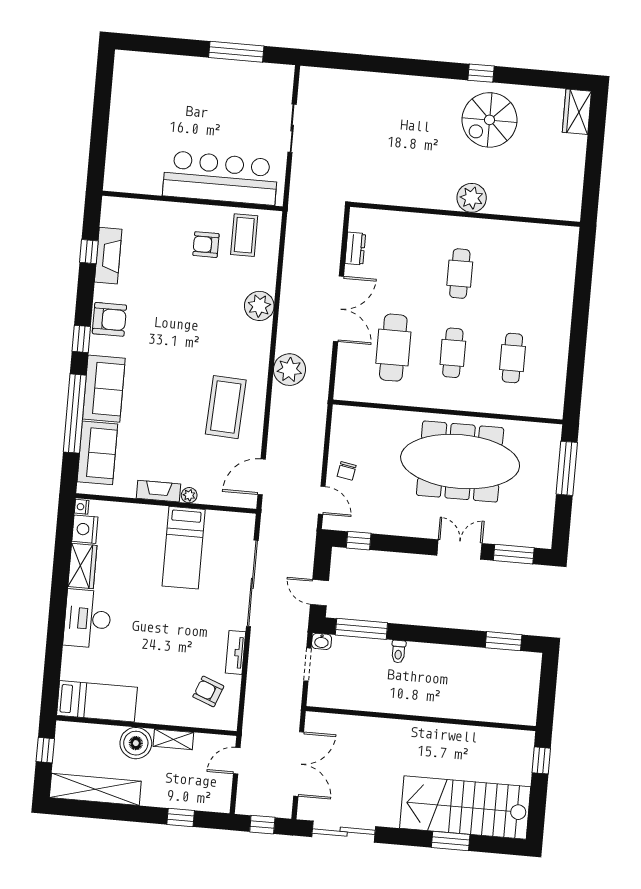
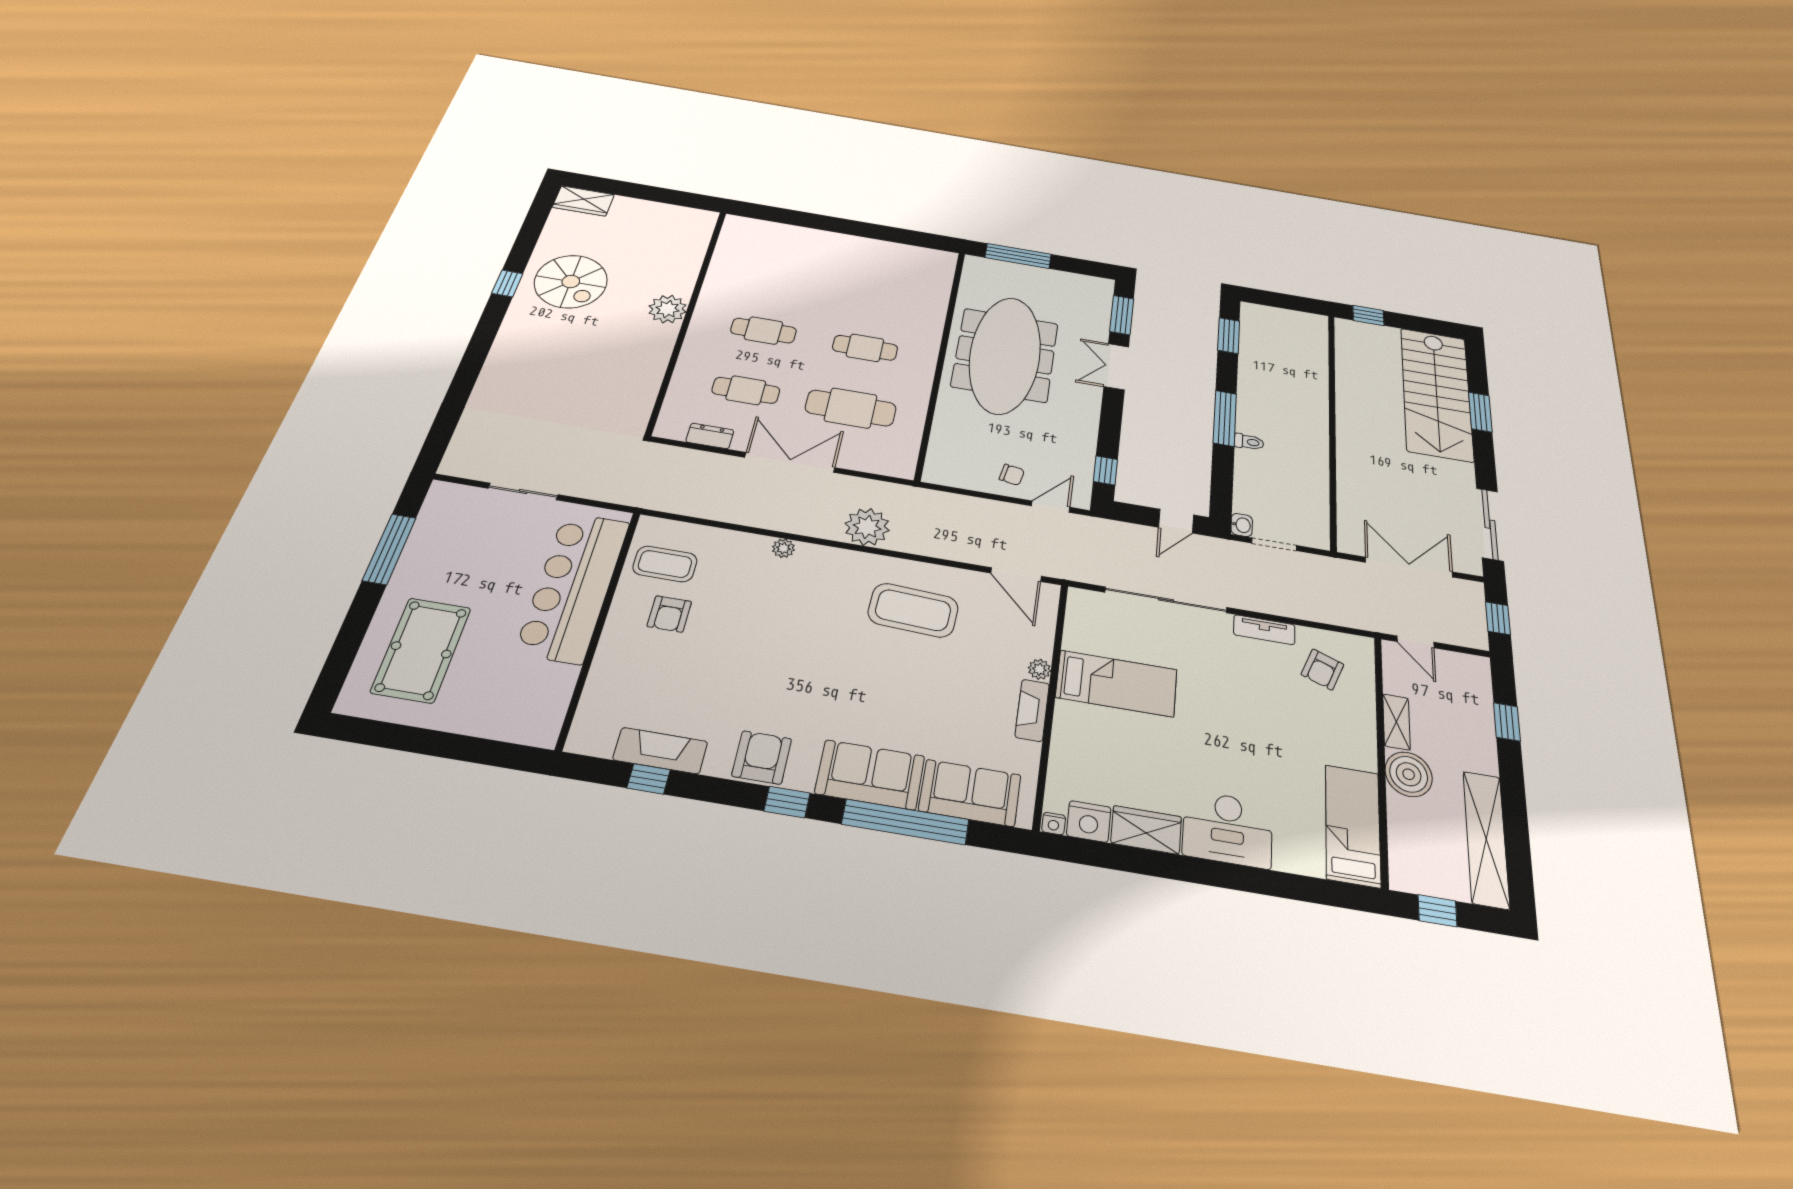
pool table: (164, 92) -> (421, 650), added
plant: (259, 306) -> (783, 548), width x0.53, depth x0.53
cafe table: (512, 358) -> (746, 390), moved
window: (361, 629) -> (1225, 418), moved

